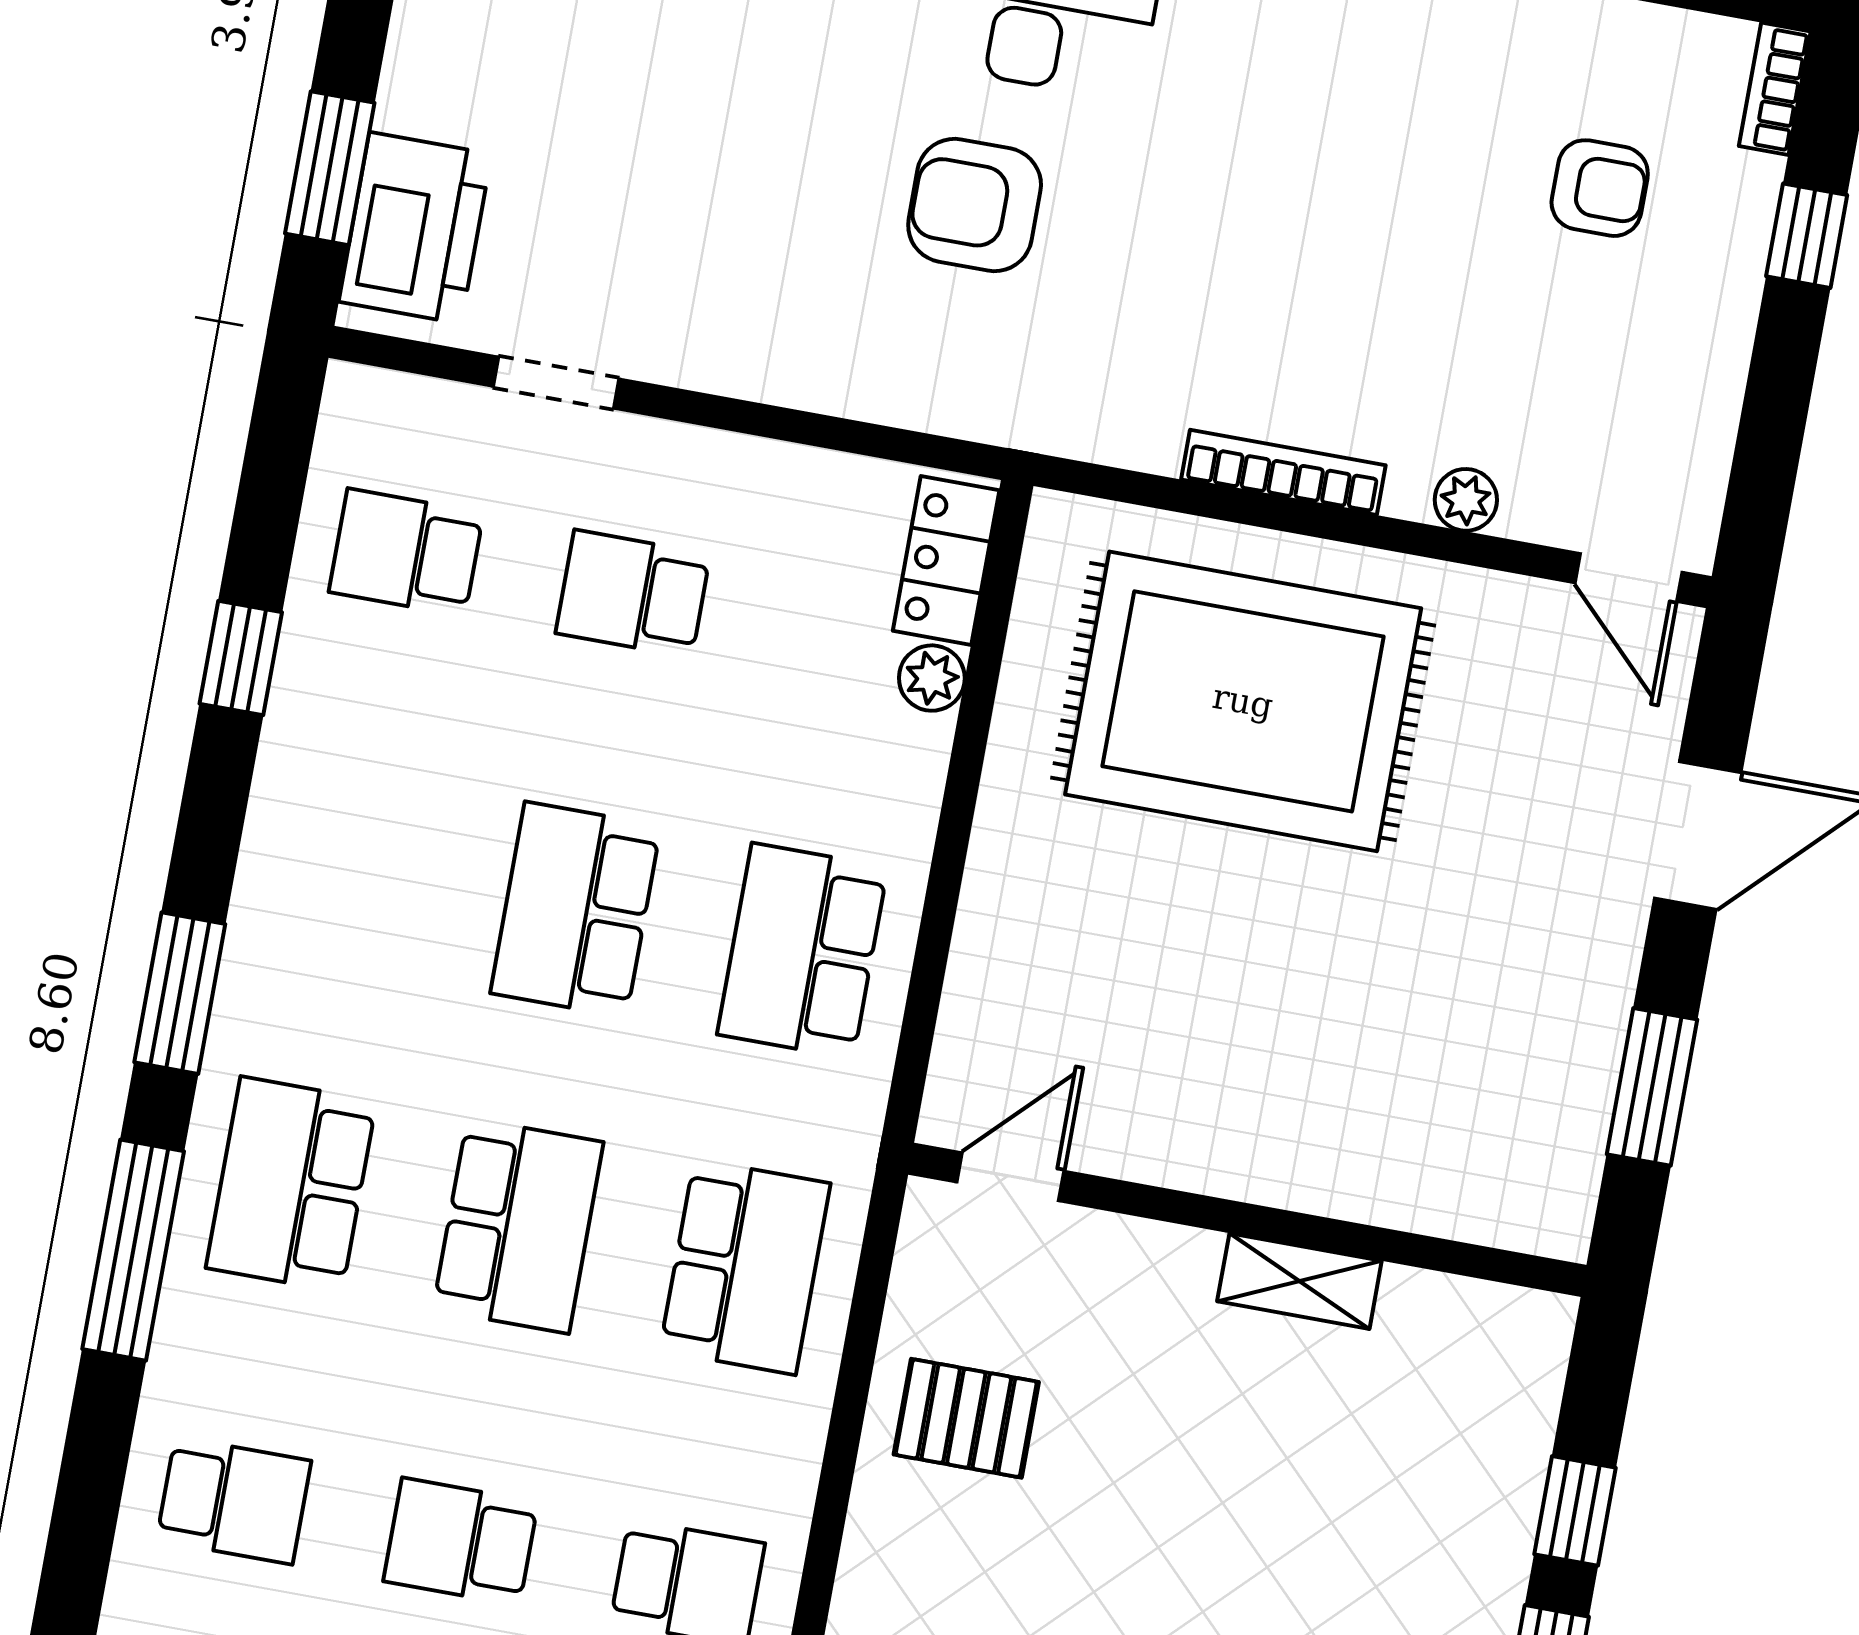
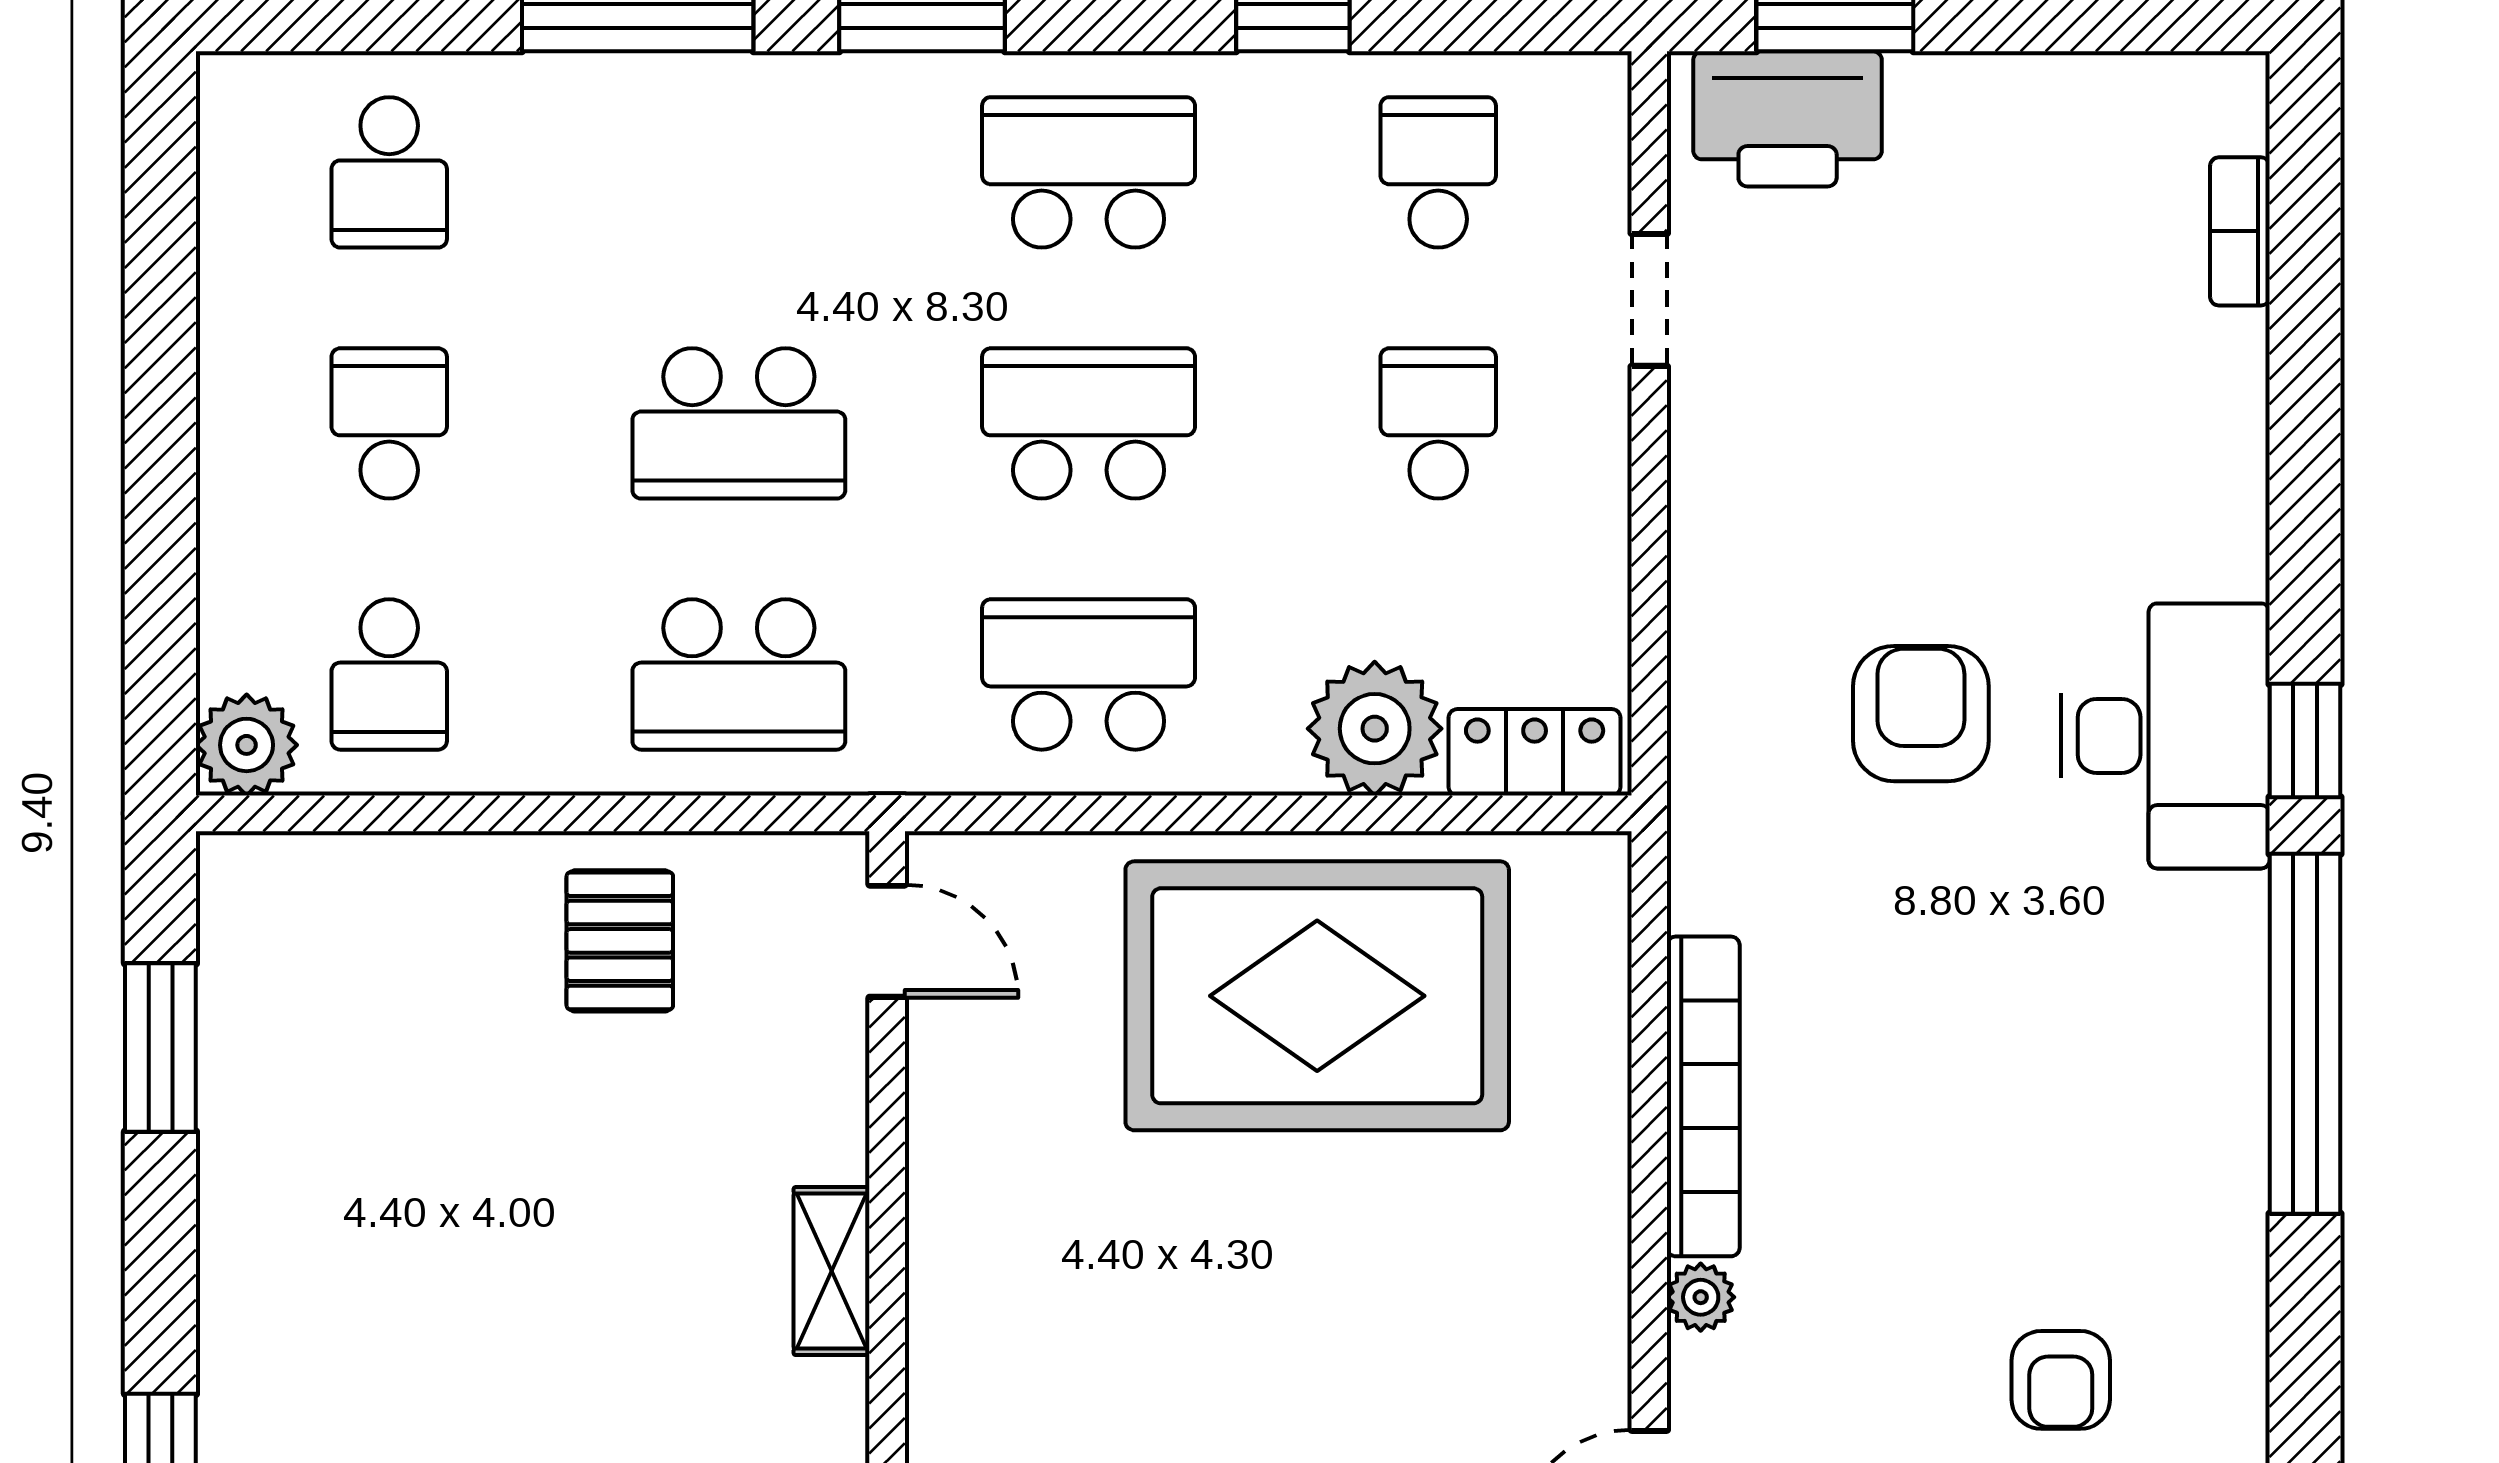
bookcase: (1283, 472) -> (1703, 1096), width x1.48, depth x1.31
plant: (932, 678) -> (1375, 729), width x1.88, depth x1.88
rug: (1243, 701) -> (1317, 996), moved, turned 90
school desk: (291, 1184) -> (1089, 172), moved

